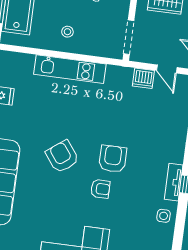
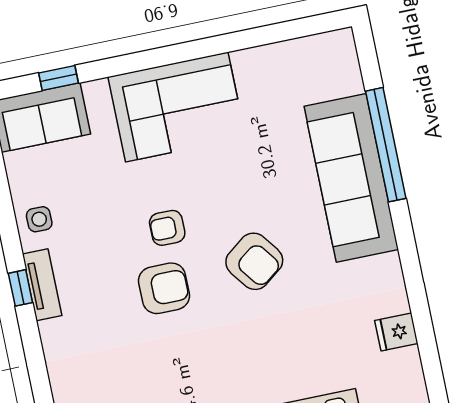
armchair: (113, 159) -> (164, 288), turned -90

